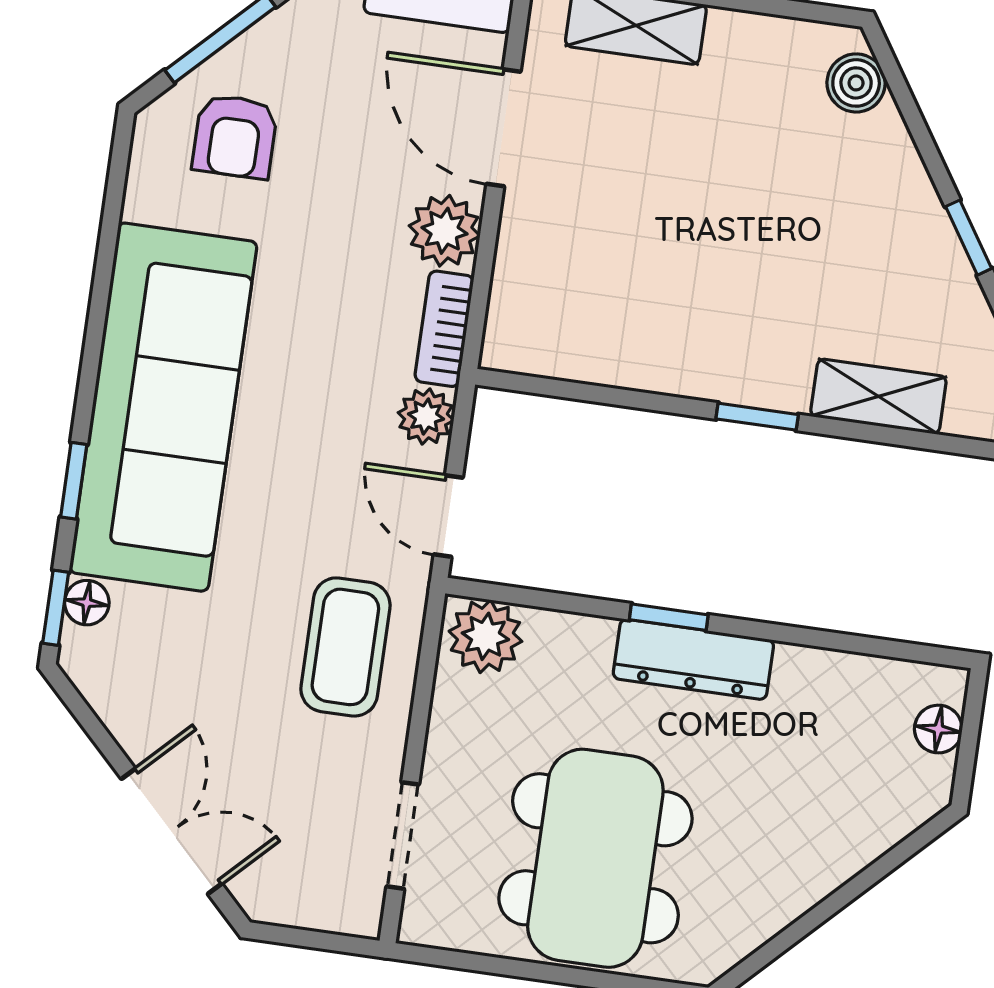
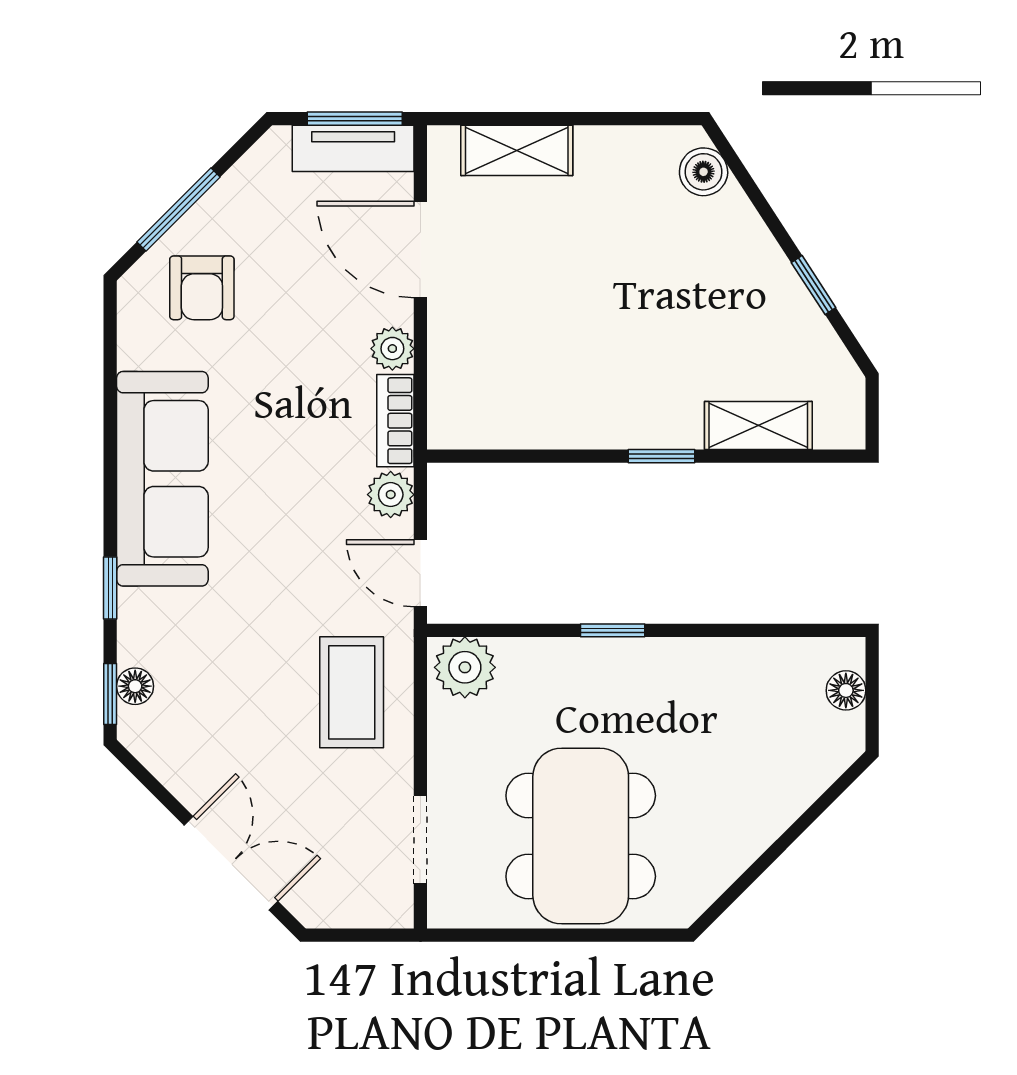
plant: (445, 231) -> (392, 349), width x0.73, depth x0.73
sofa: (163, 407) -> (162, 479), width x0.74, depth x0.79
dresser: (693, 659) -> (638, 662), removed

